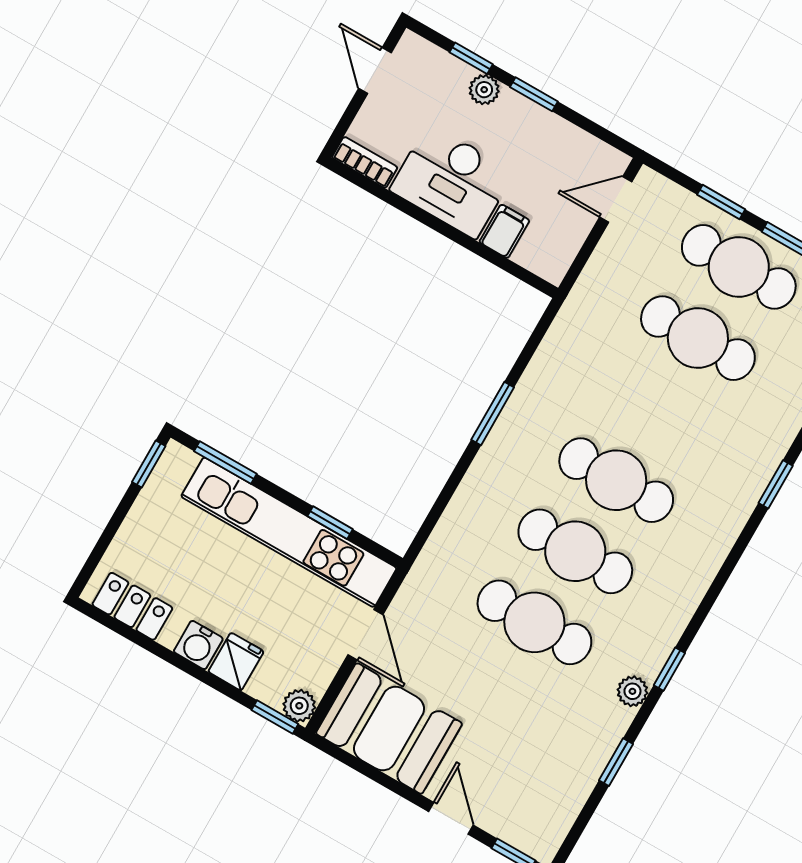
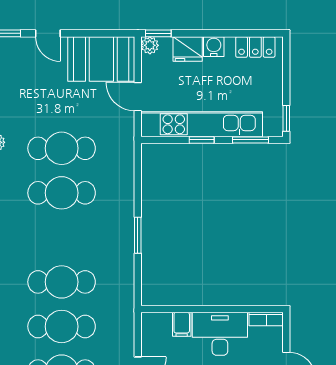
cafe table: (616, 480) -> (62, 282), moved
window: (330, 523) -> (202, 140), moved
fridge: (236, 662) -> (188, 49), width x1.38

